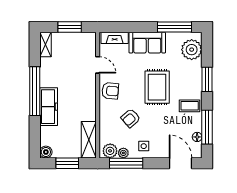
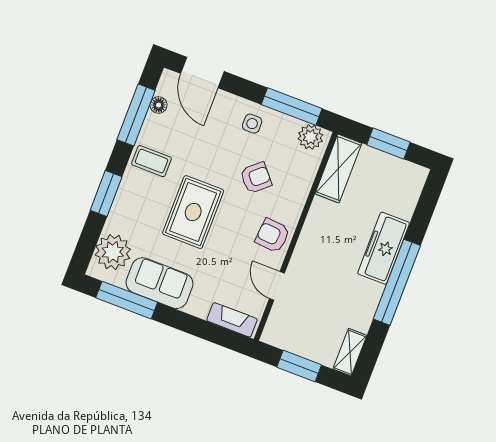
sofa: (147, 43) -> (160, 283), moved
boiler: (46, 152) -> (417, 175), removed
plant: (123, 153) -> (290, 125), removed

